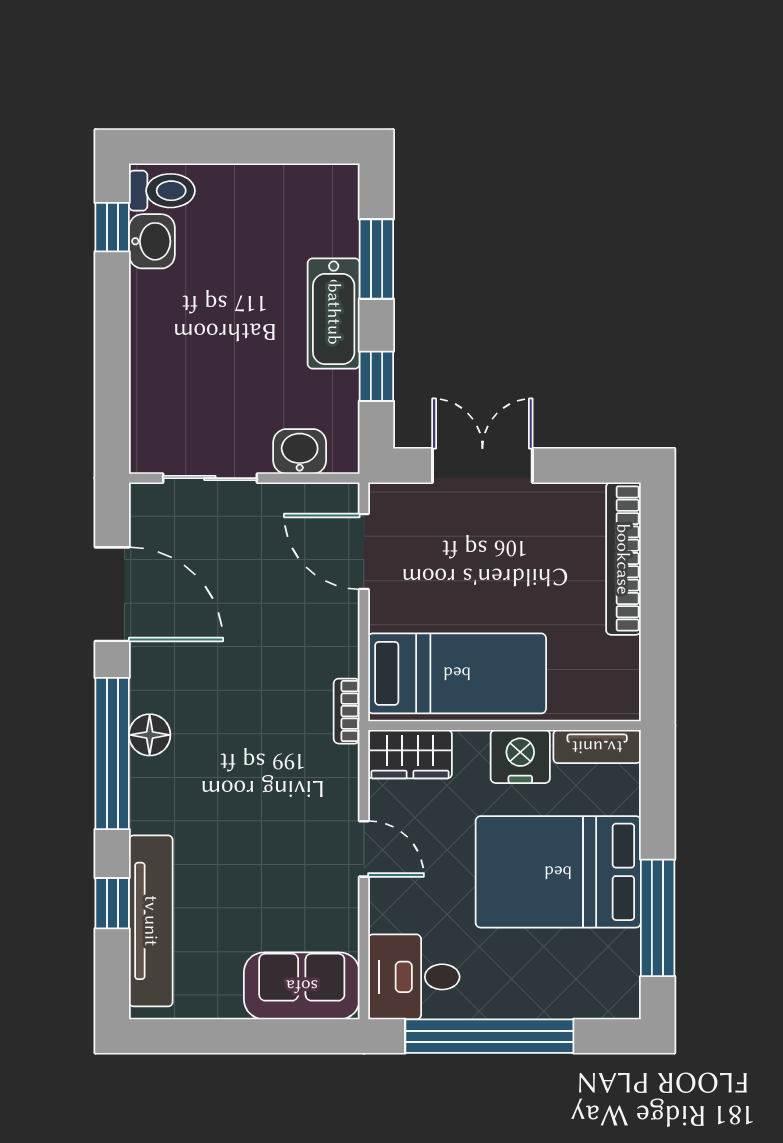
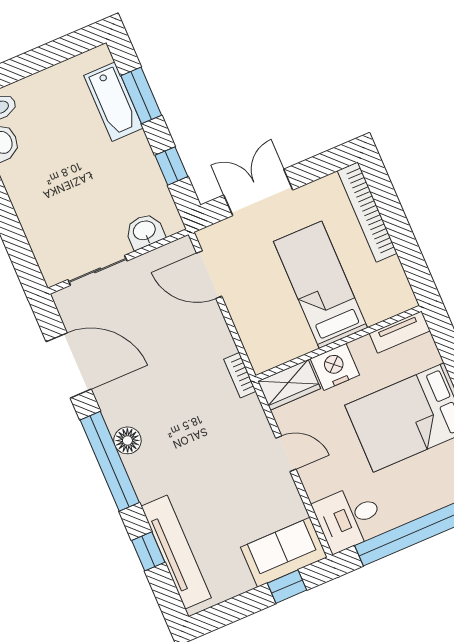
bathtub: (334, 314) -> (113, 102), moved
bed: (457, 673) -> (320, 285), moved, turned -90
nightstand: (520, 756) -> (335, 367), moved
window: (286, 1036) -> (287, 587), added

